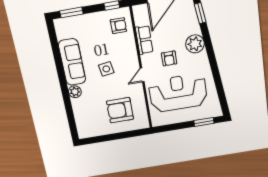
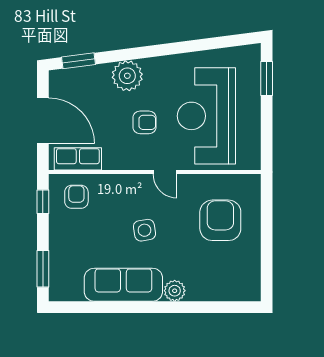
row of seats: (144, 40) -> (78, 159), moved
armchair: (120, 110) -> (220, 220), turned 180

